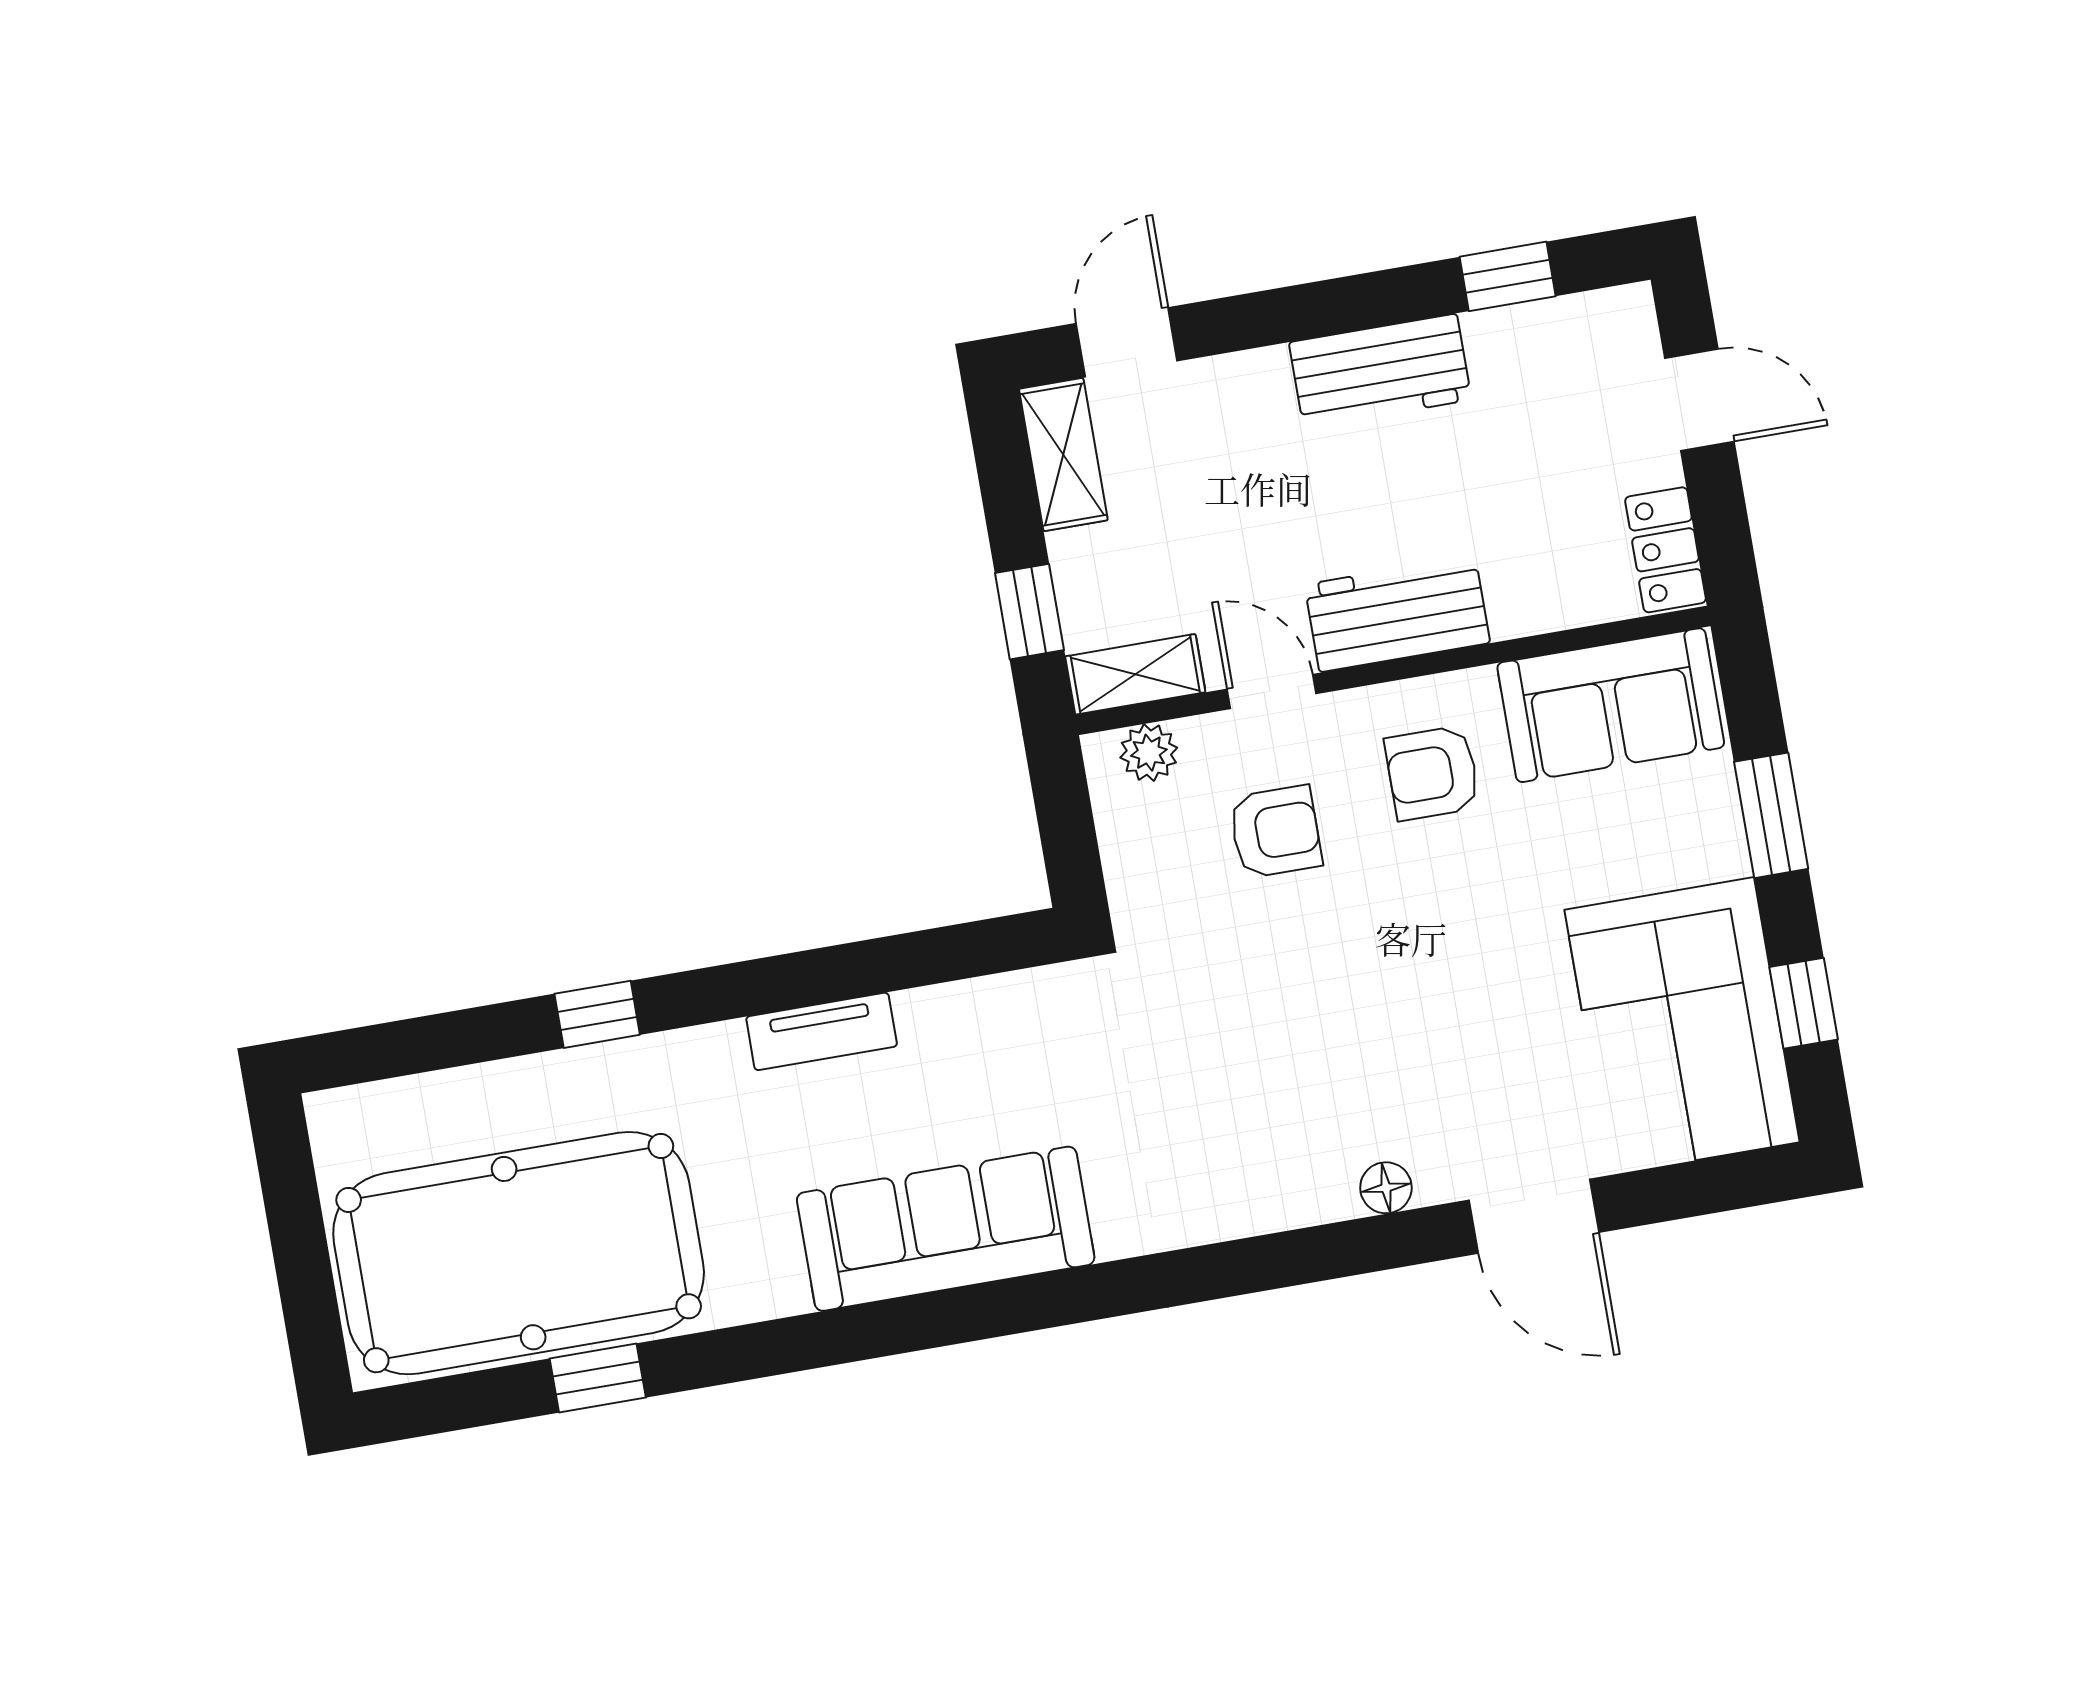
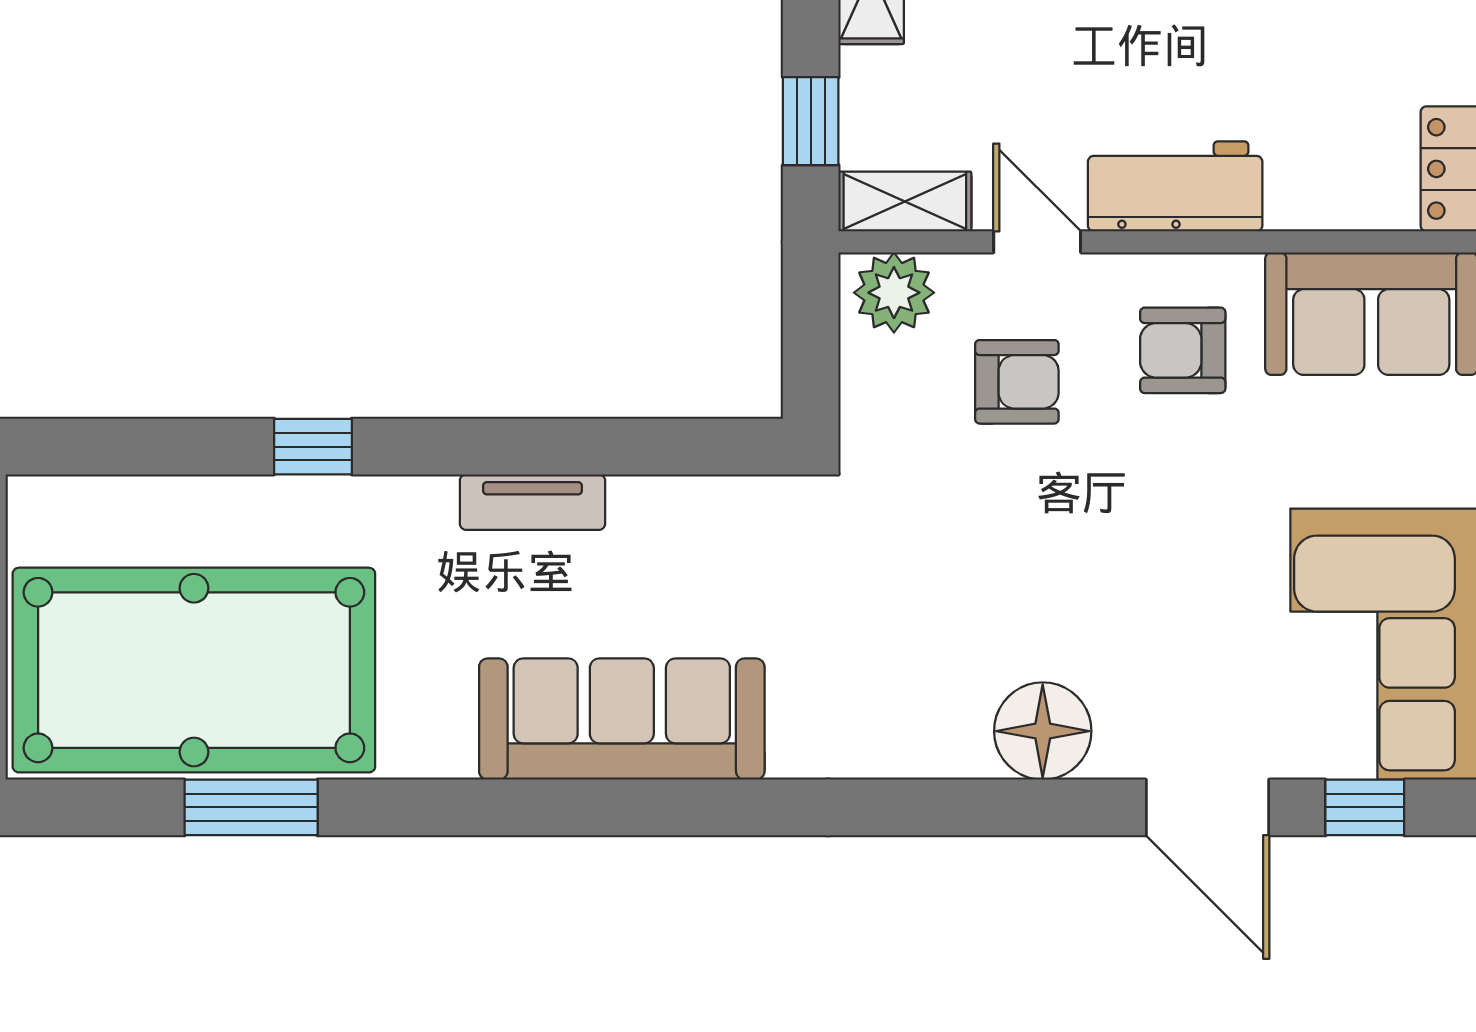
plant: (1149, 753) -> (894, 293), width x1.38, depth x1.38
floor lamp: (1386, 1188) -> (1043, 731), width x1.89, depth x1.89
window: (1688, 1190) -> (1365, 807), added
window: (598, 1378) -> (251, 807), width x1.50

